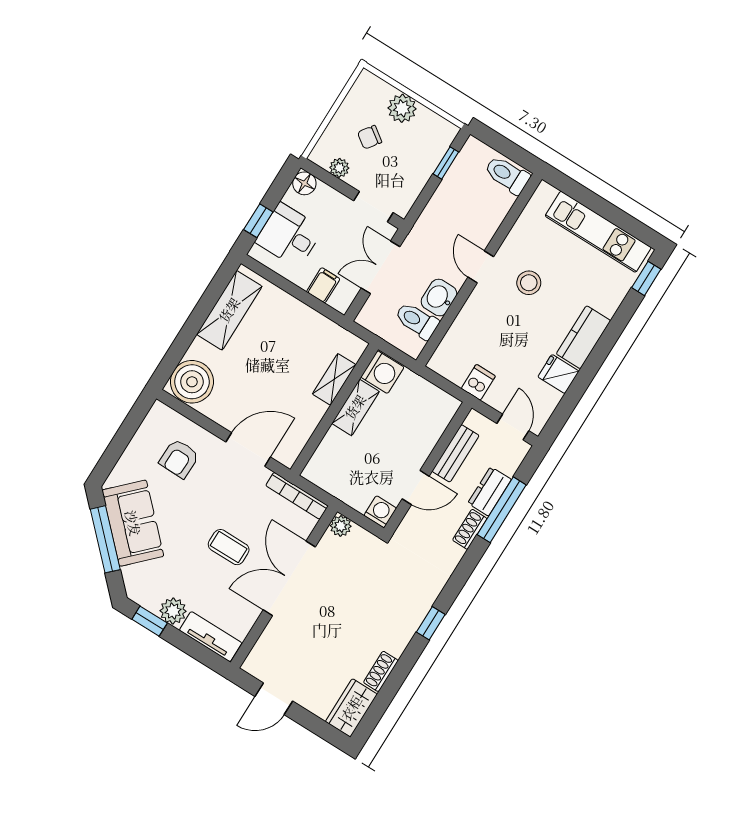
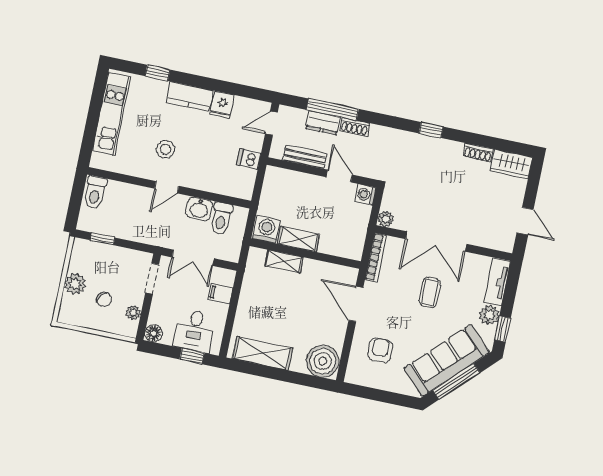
window: (646, 278) -> (158, 73), moved
armchair: (179, 459) -> (380, 350), turned -91
sofa: (133, 523) -> (447, 360), width x1.36

